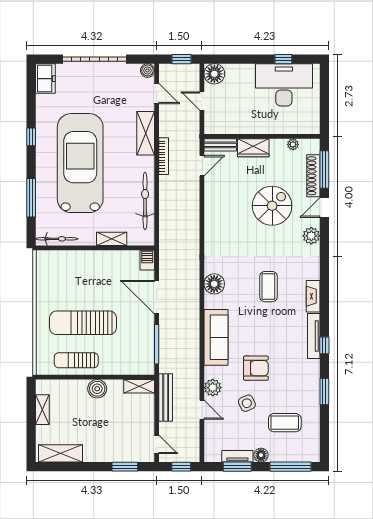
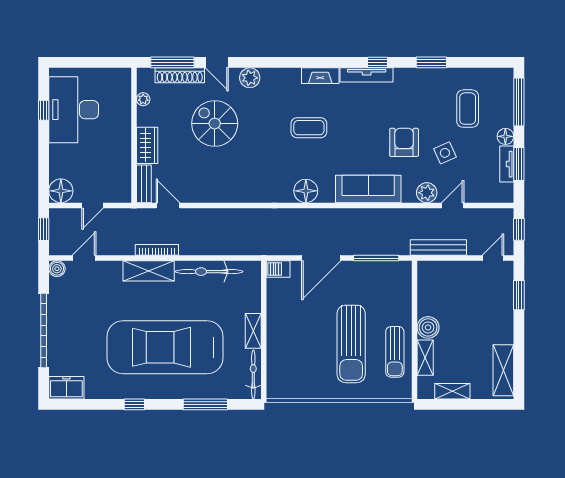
shelving: (146, 133) -> (149, 271), moved
shelving: (112, 239) -> (253, 331), moved
shelving: (139, 386) -> (425, 358), moved

